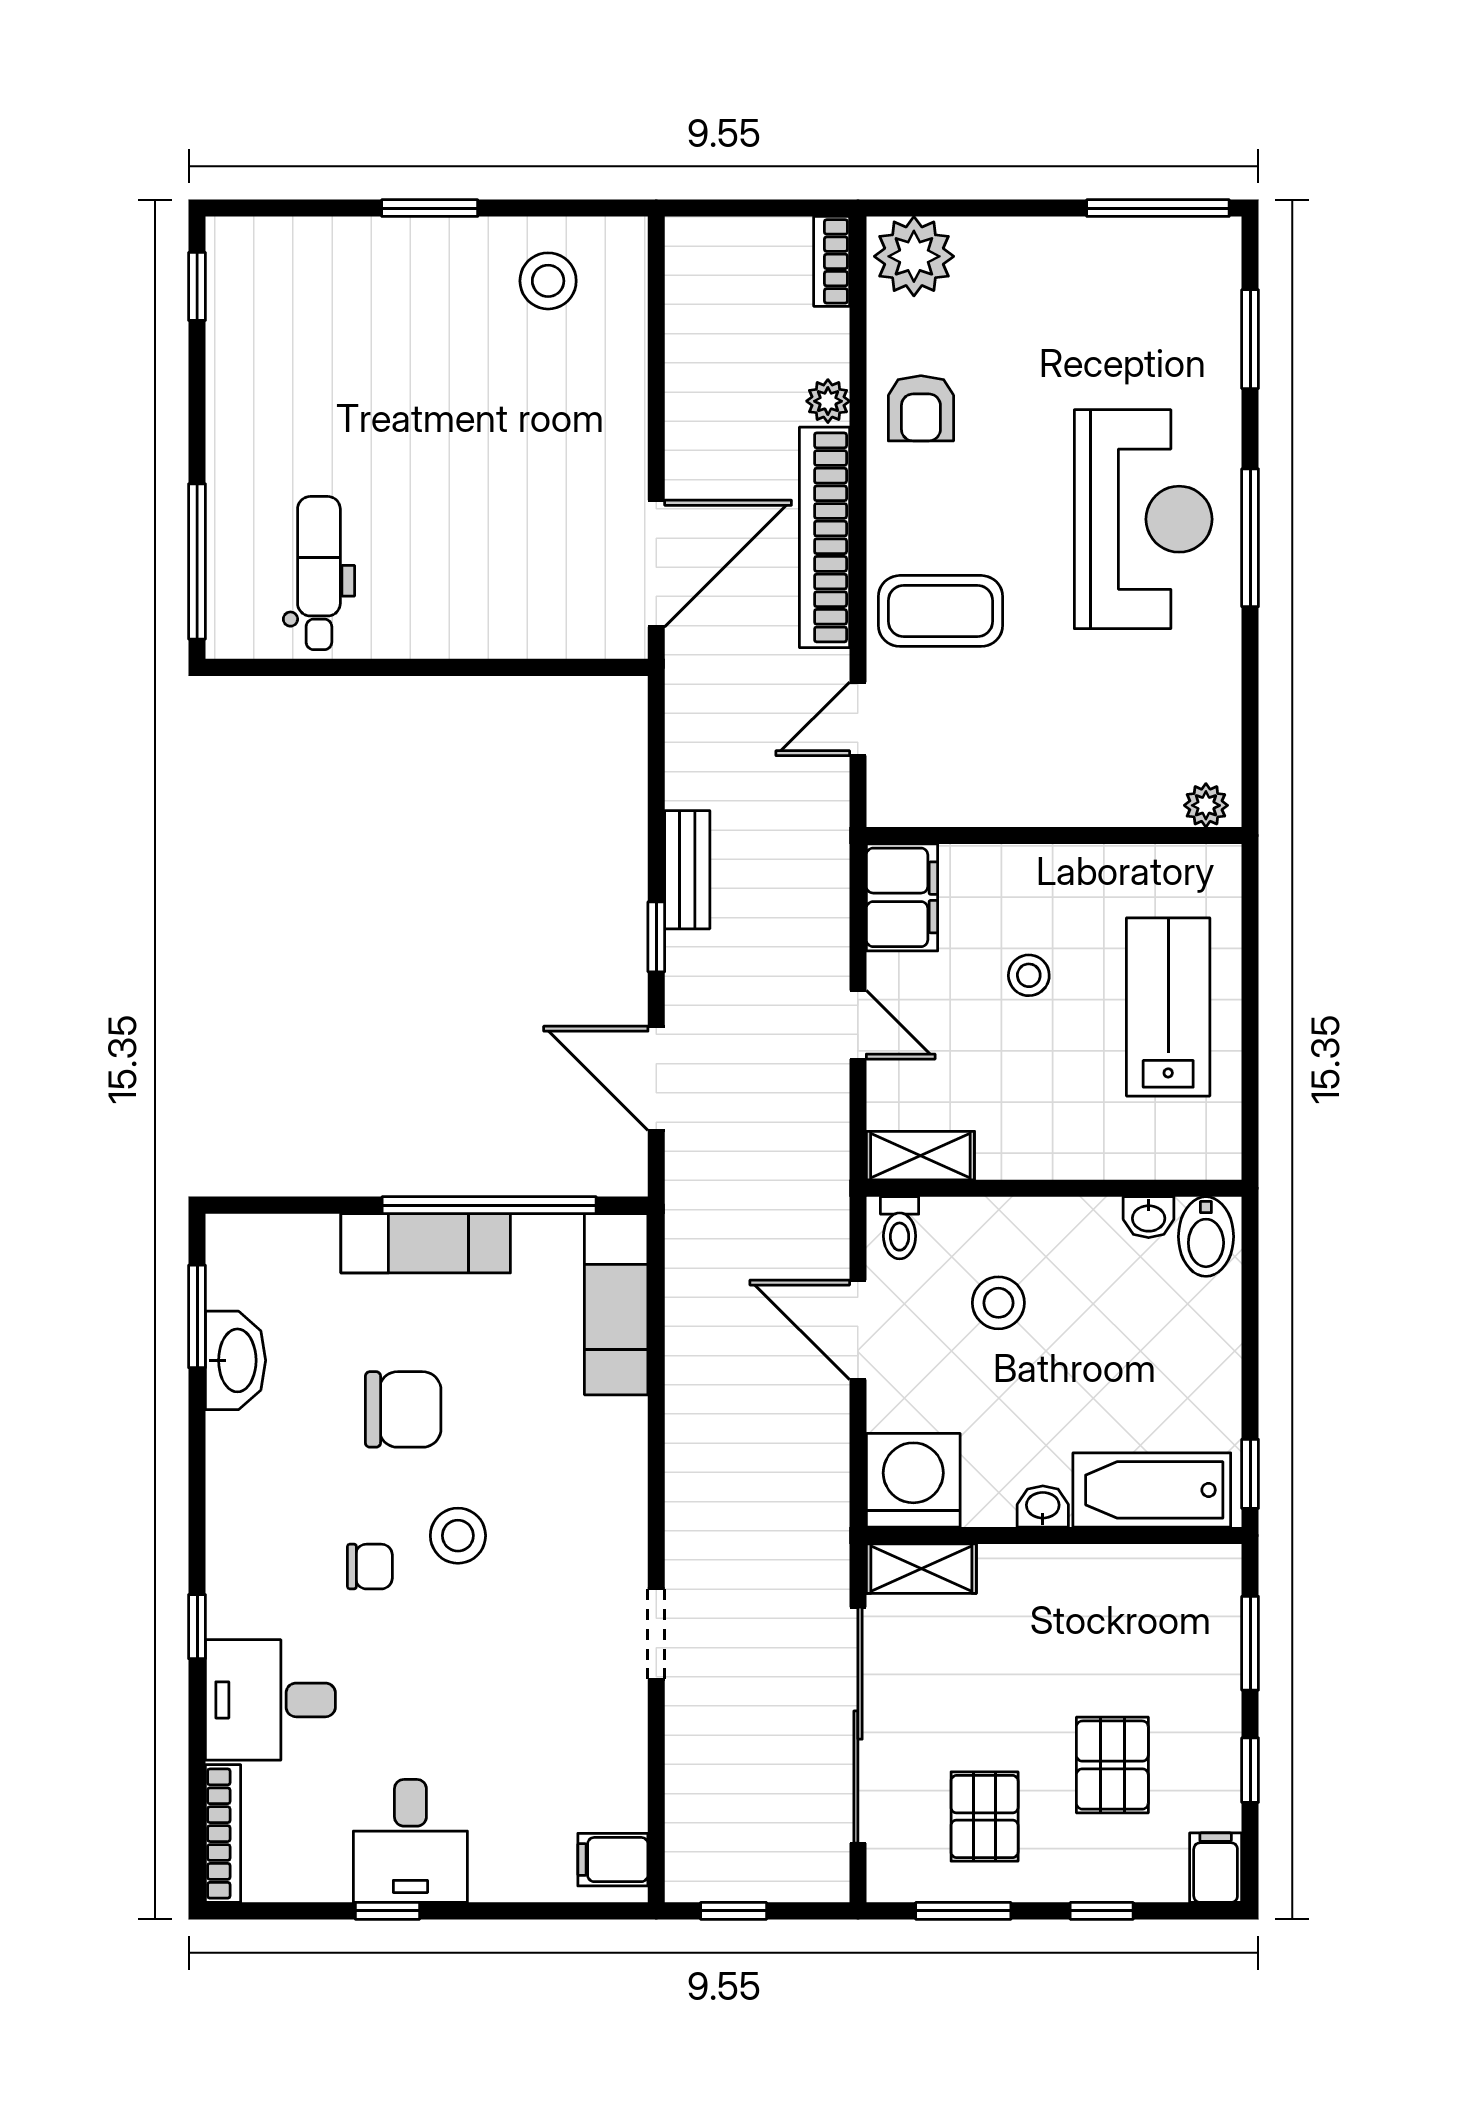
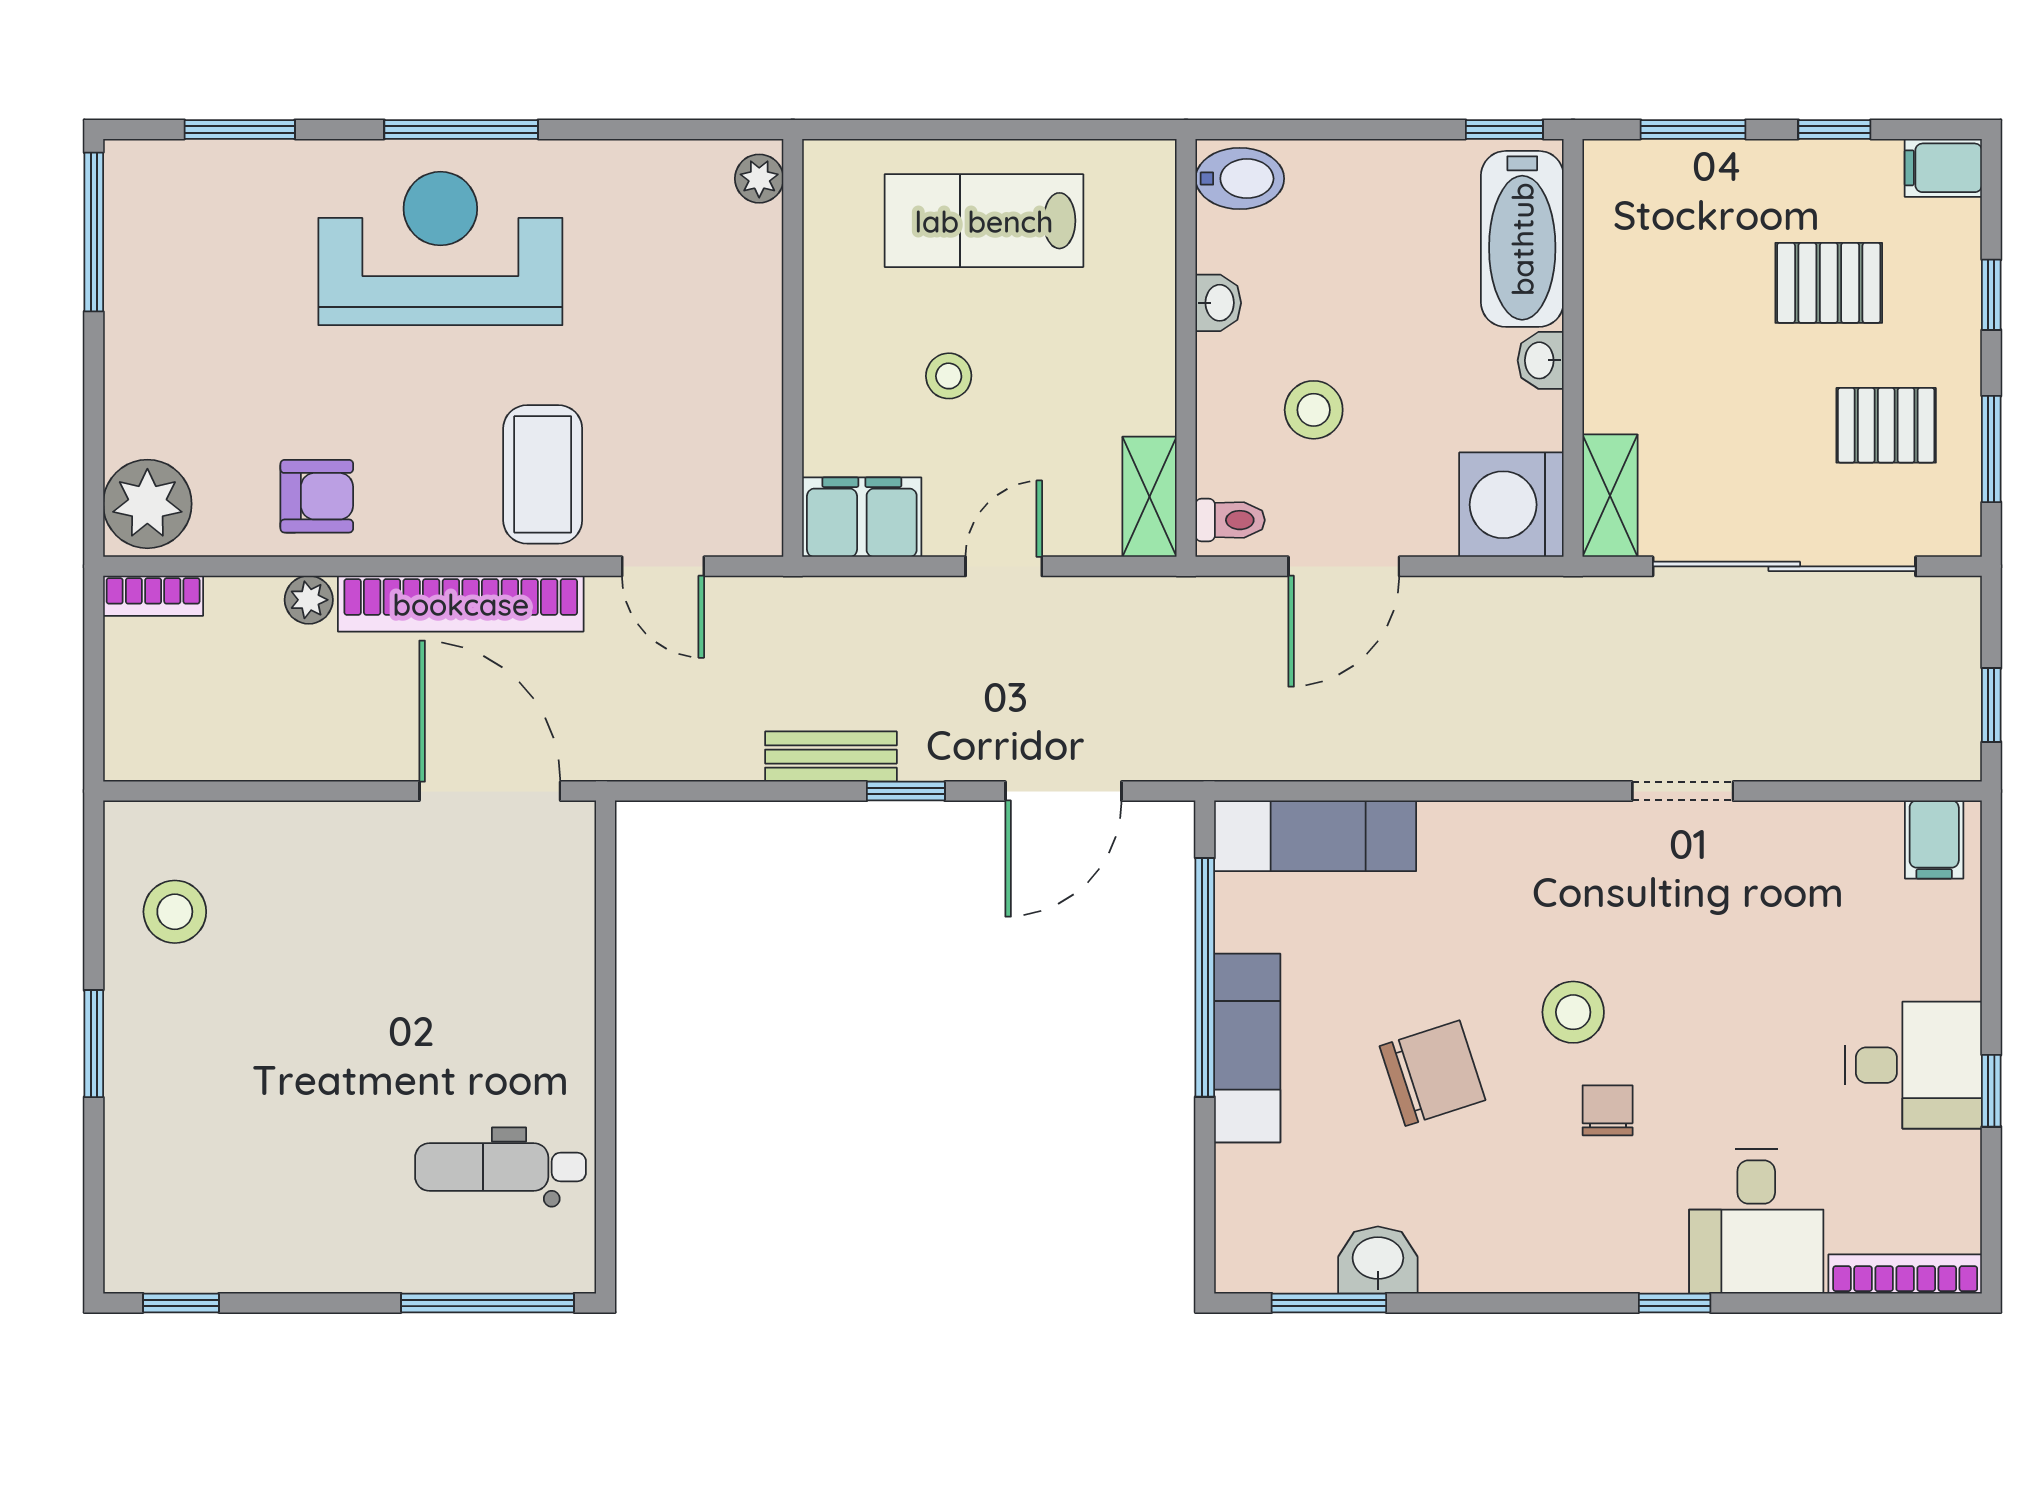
washbasin: (1149, 1217) -> (1218, 303), moved
washbasin: (236, 1360) -> (1378, 1260), width x0.72
chair: (403, 1409) -> (1433, 1073), turned 72

